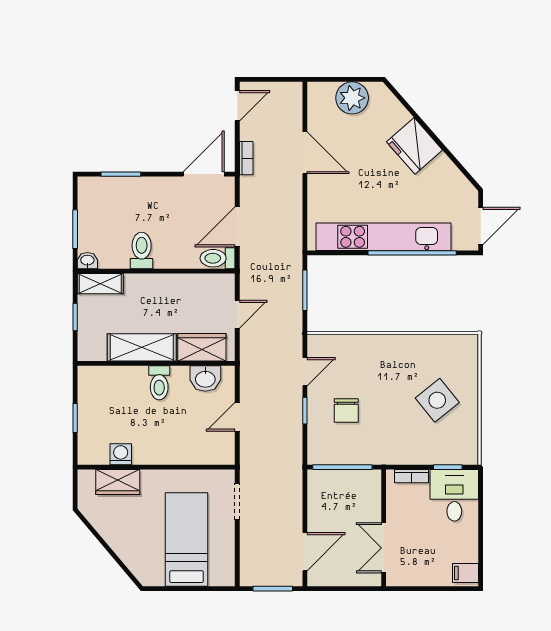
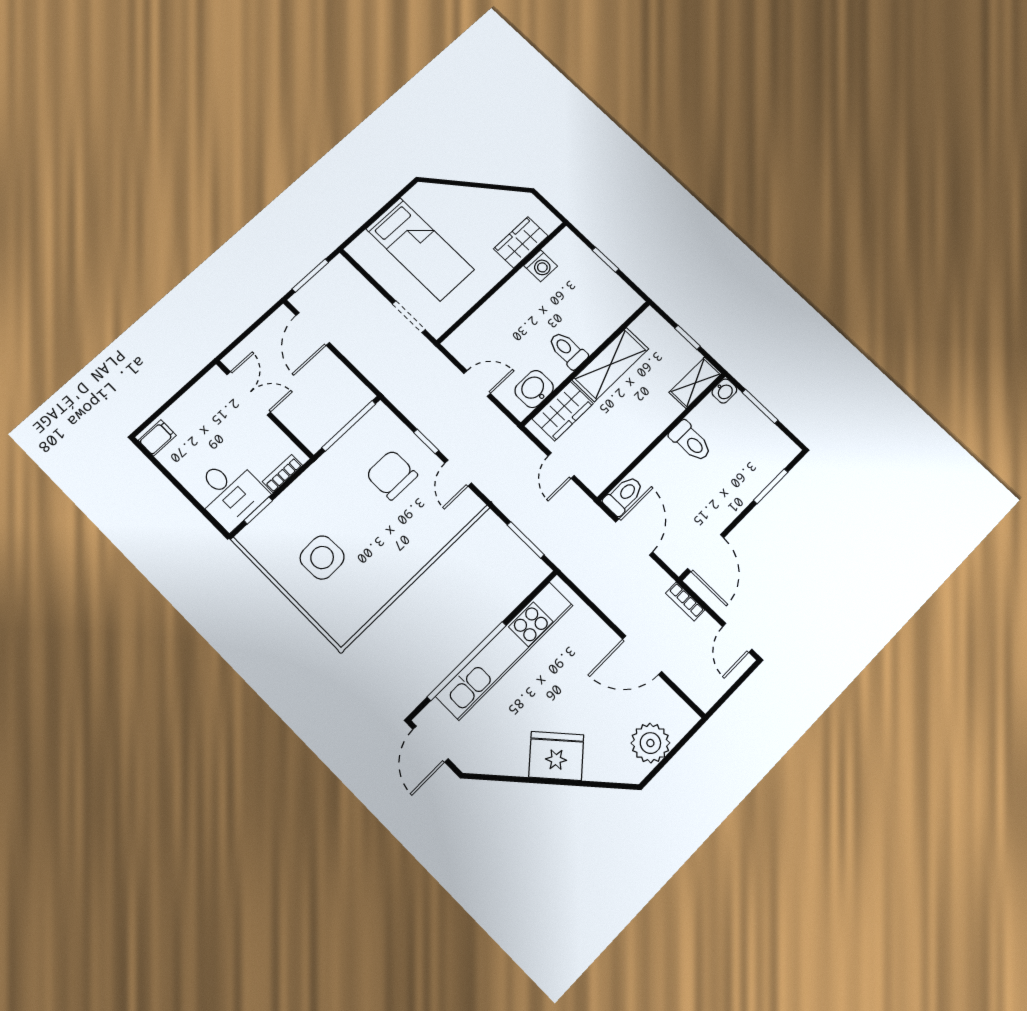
side table: (437, 400) -> (322, 558), turned 37
chair: (346, 410) -> (392, 475), width x1.37, depth x1.37
door: (237, 417) -> (477, 384), hinge flipped

